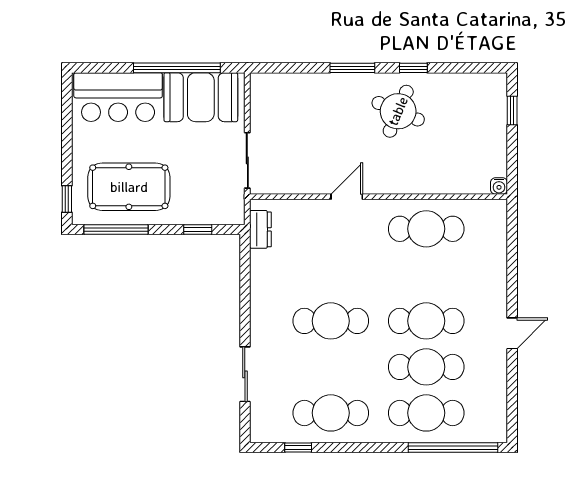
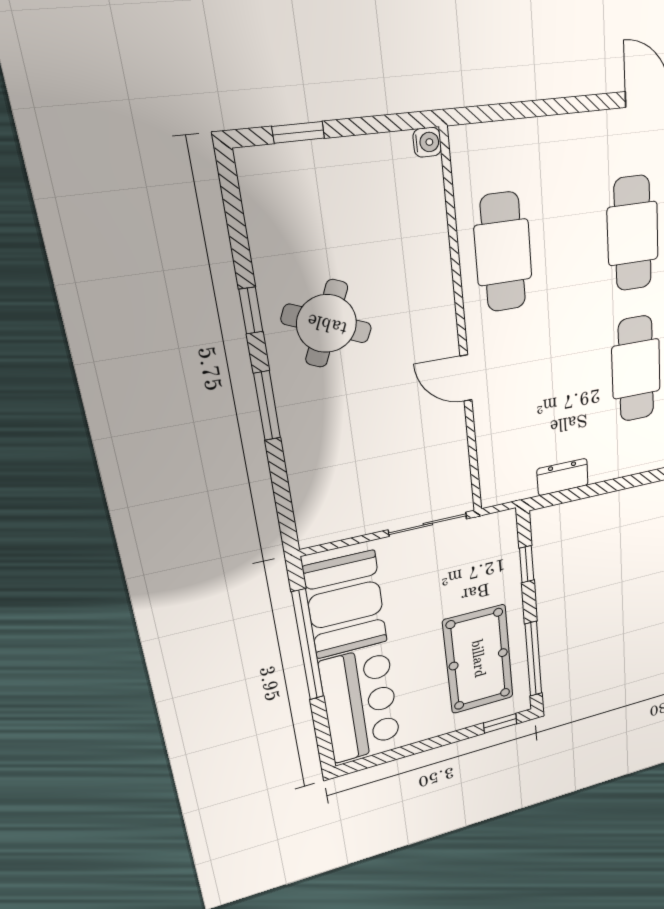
dresser: (260, 229) -> (563, 477), moved

